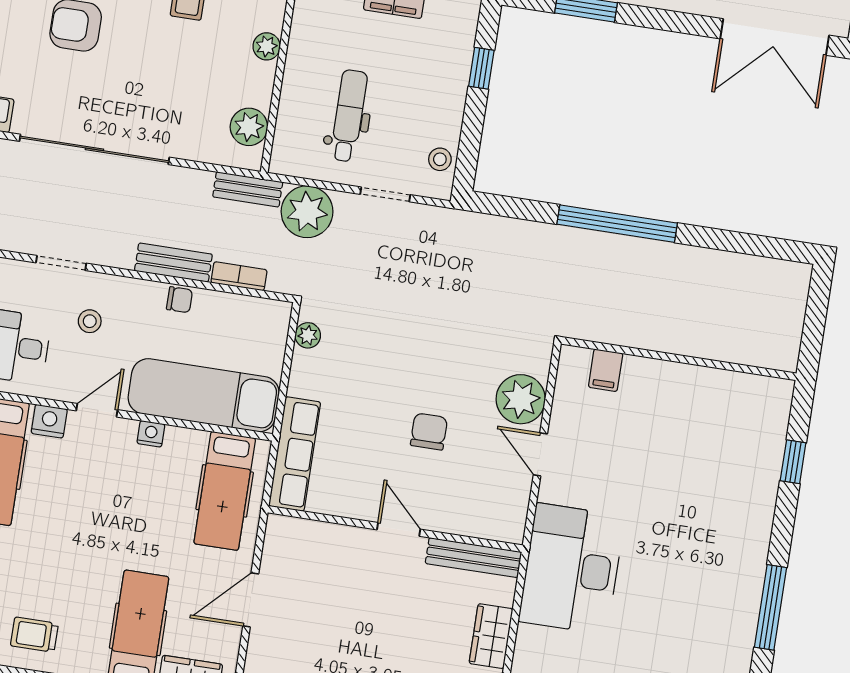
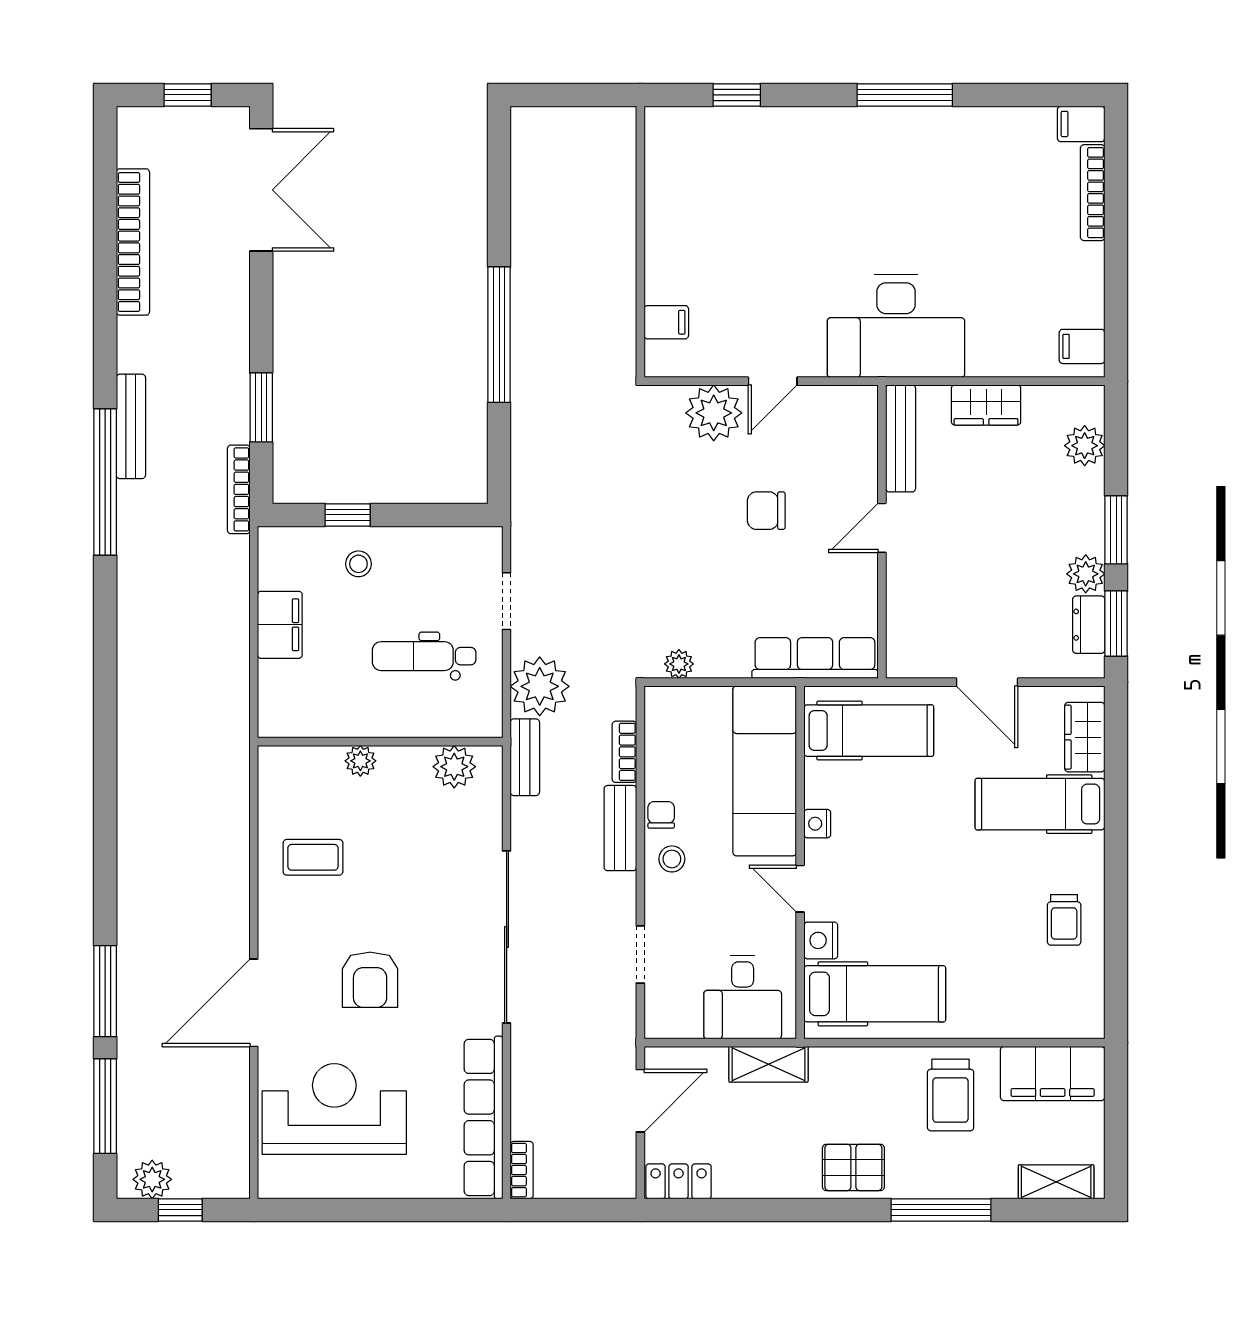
stool: (440, 159) -> (358, 564), moved
stool: (90, 321) -> (672, 859), moved

